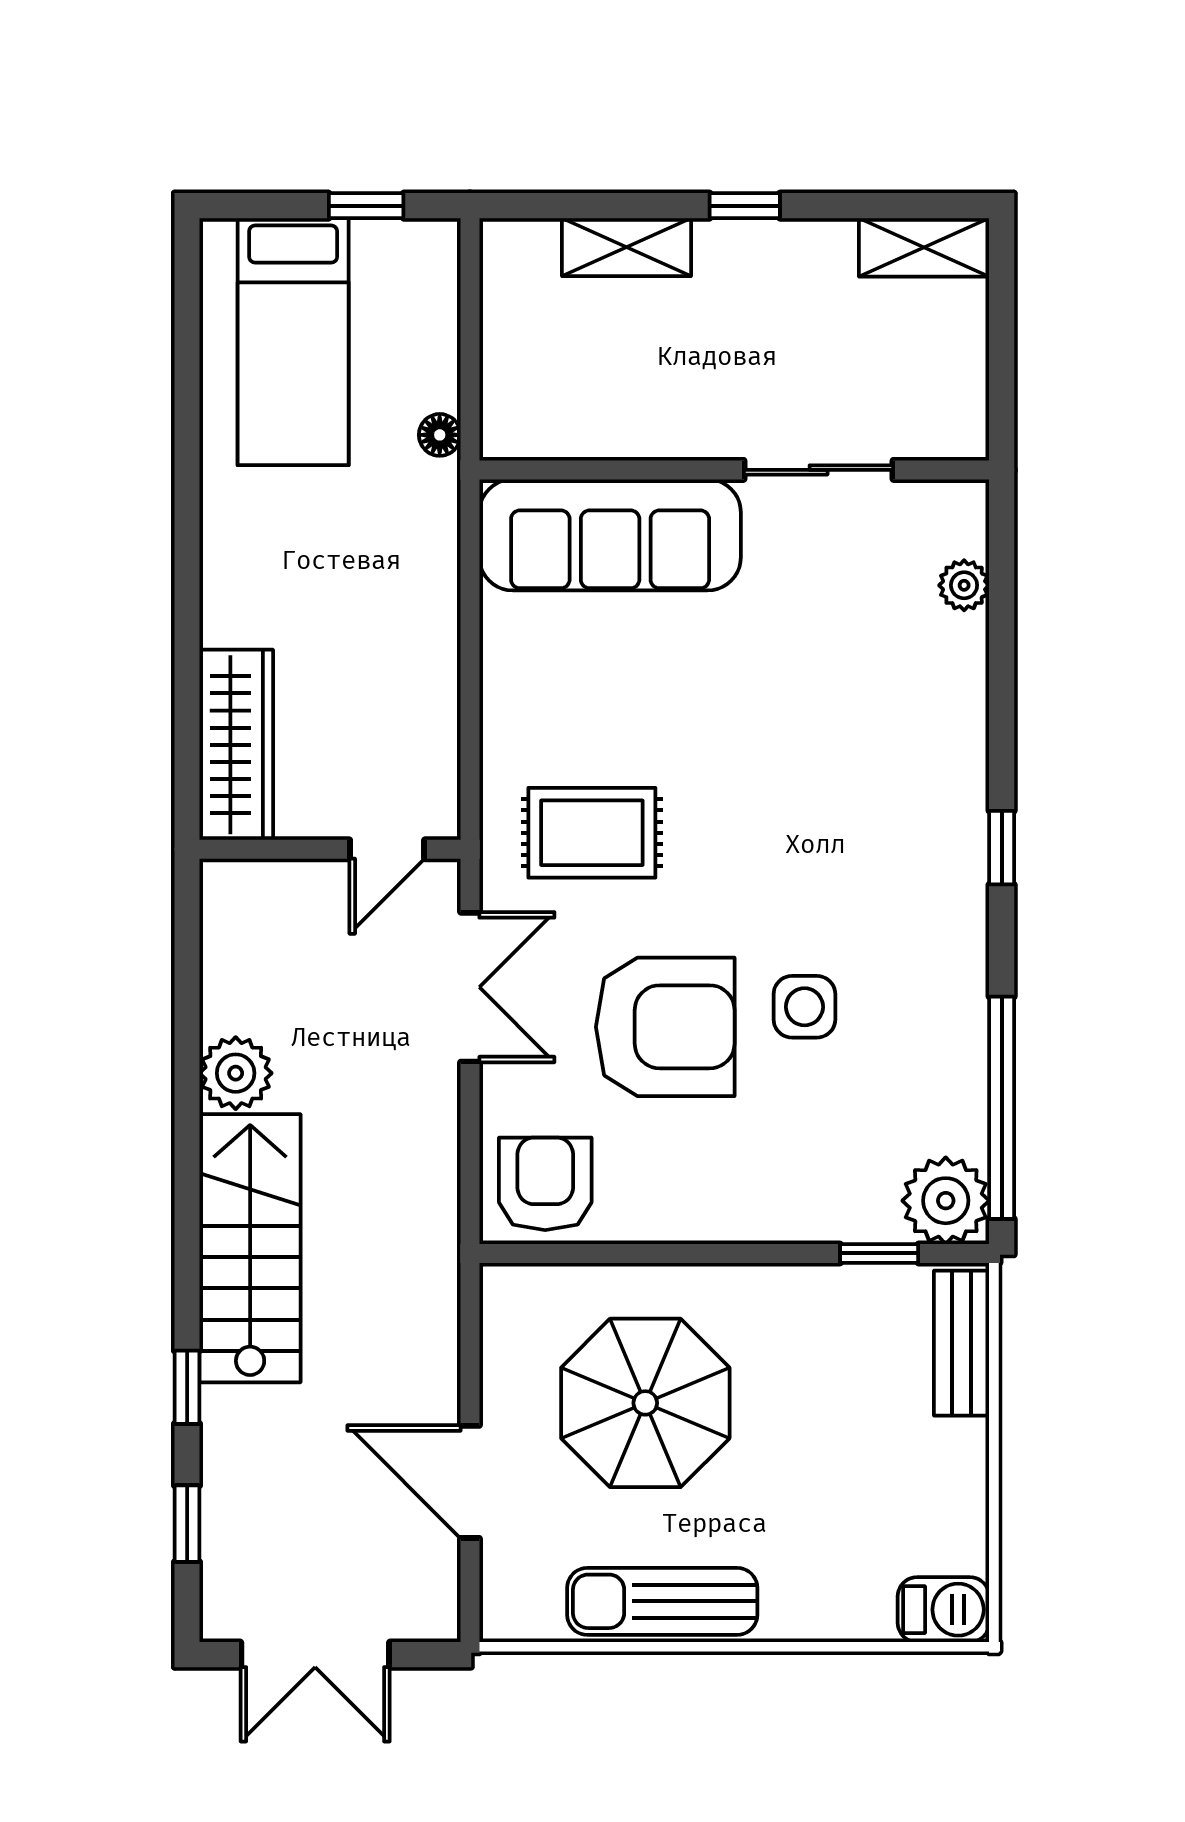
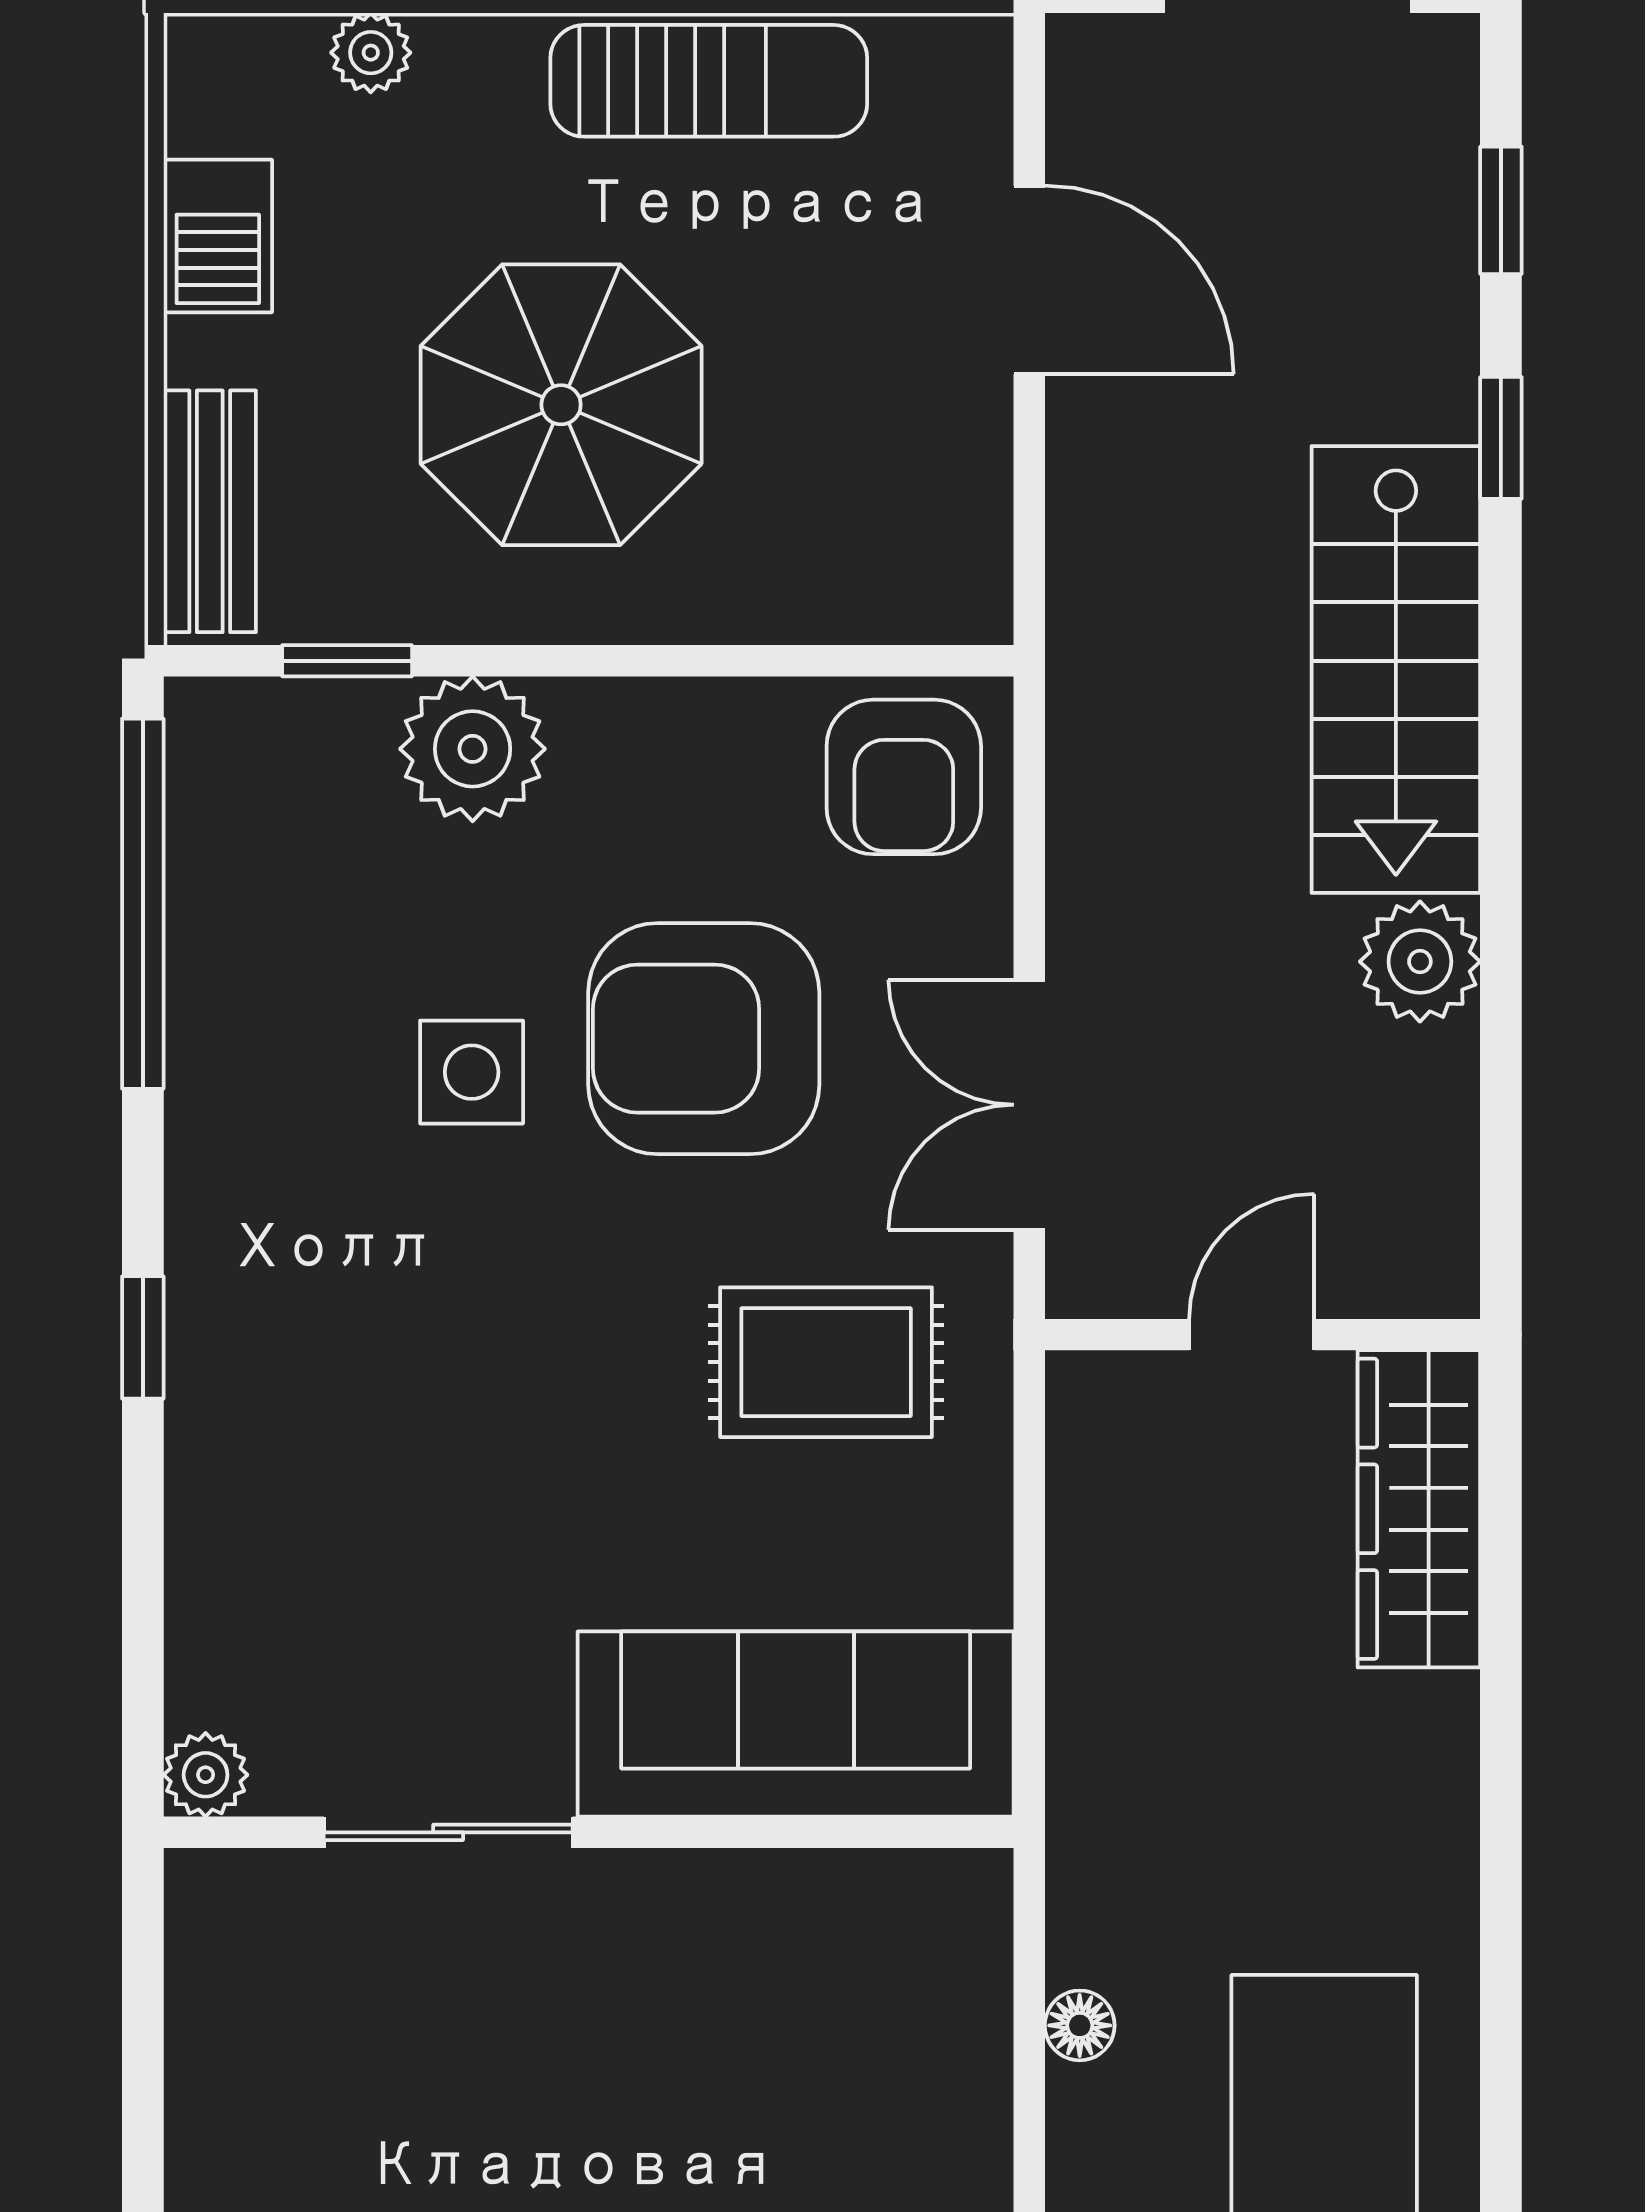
wall: (734, 470) -> (589, 1832), moved
sliding door: (819, 470) -> (448, 1832), moved
sofa: (610, 535) -> (796, 1724), moved
door: (387, 849) -> (1252, 1335), moved
plant: (946, 1201) -> (473, 749), moved
parasol: (645, 1403) -> (561, 405), moved
barbecue: (943, 1610) -> (218, 236), moved, turned -90
plant: (865, 1618) -> (371, 53), added

